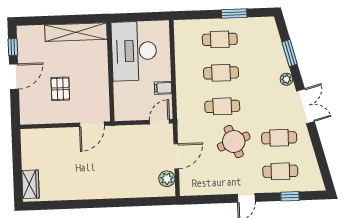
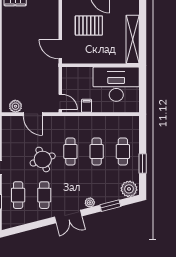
plant: (267, 30) -> (129, 189), added
pallet: (60, 89) -> (89, 25), width x1.50, depth x1.42

